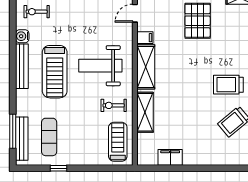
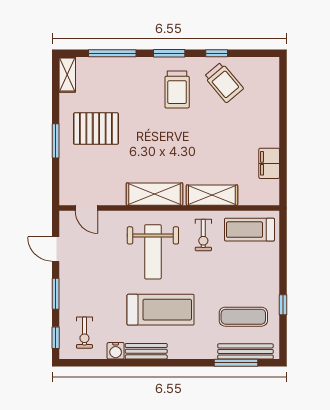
filing cabinet: (145, 38) -> (117, 195), removed
bench: (22, 66) -> (146, 351), width x0.73

